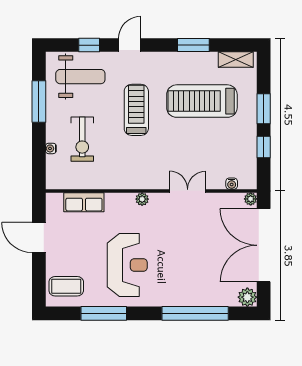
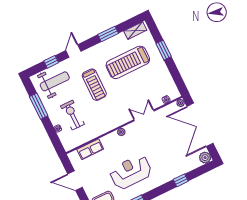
treadmill: (136, 110) -> (94, 85), turned 180
exercise bike: (82, 139) -> (72, 115), turned 180
window: (264, 147) -> (174, 71), removed
reception desk: (127, 265) -> (131, 172), turned -90
window: (195, 313) -> (181, 180), width x0.32

